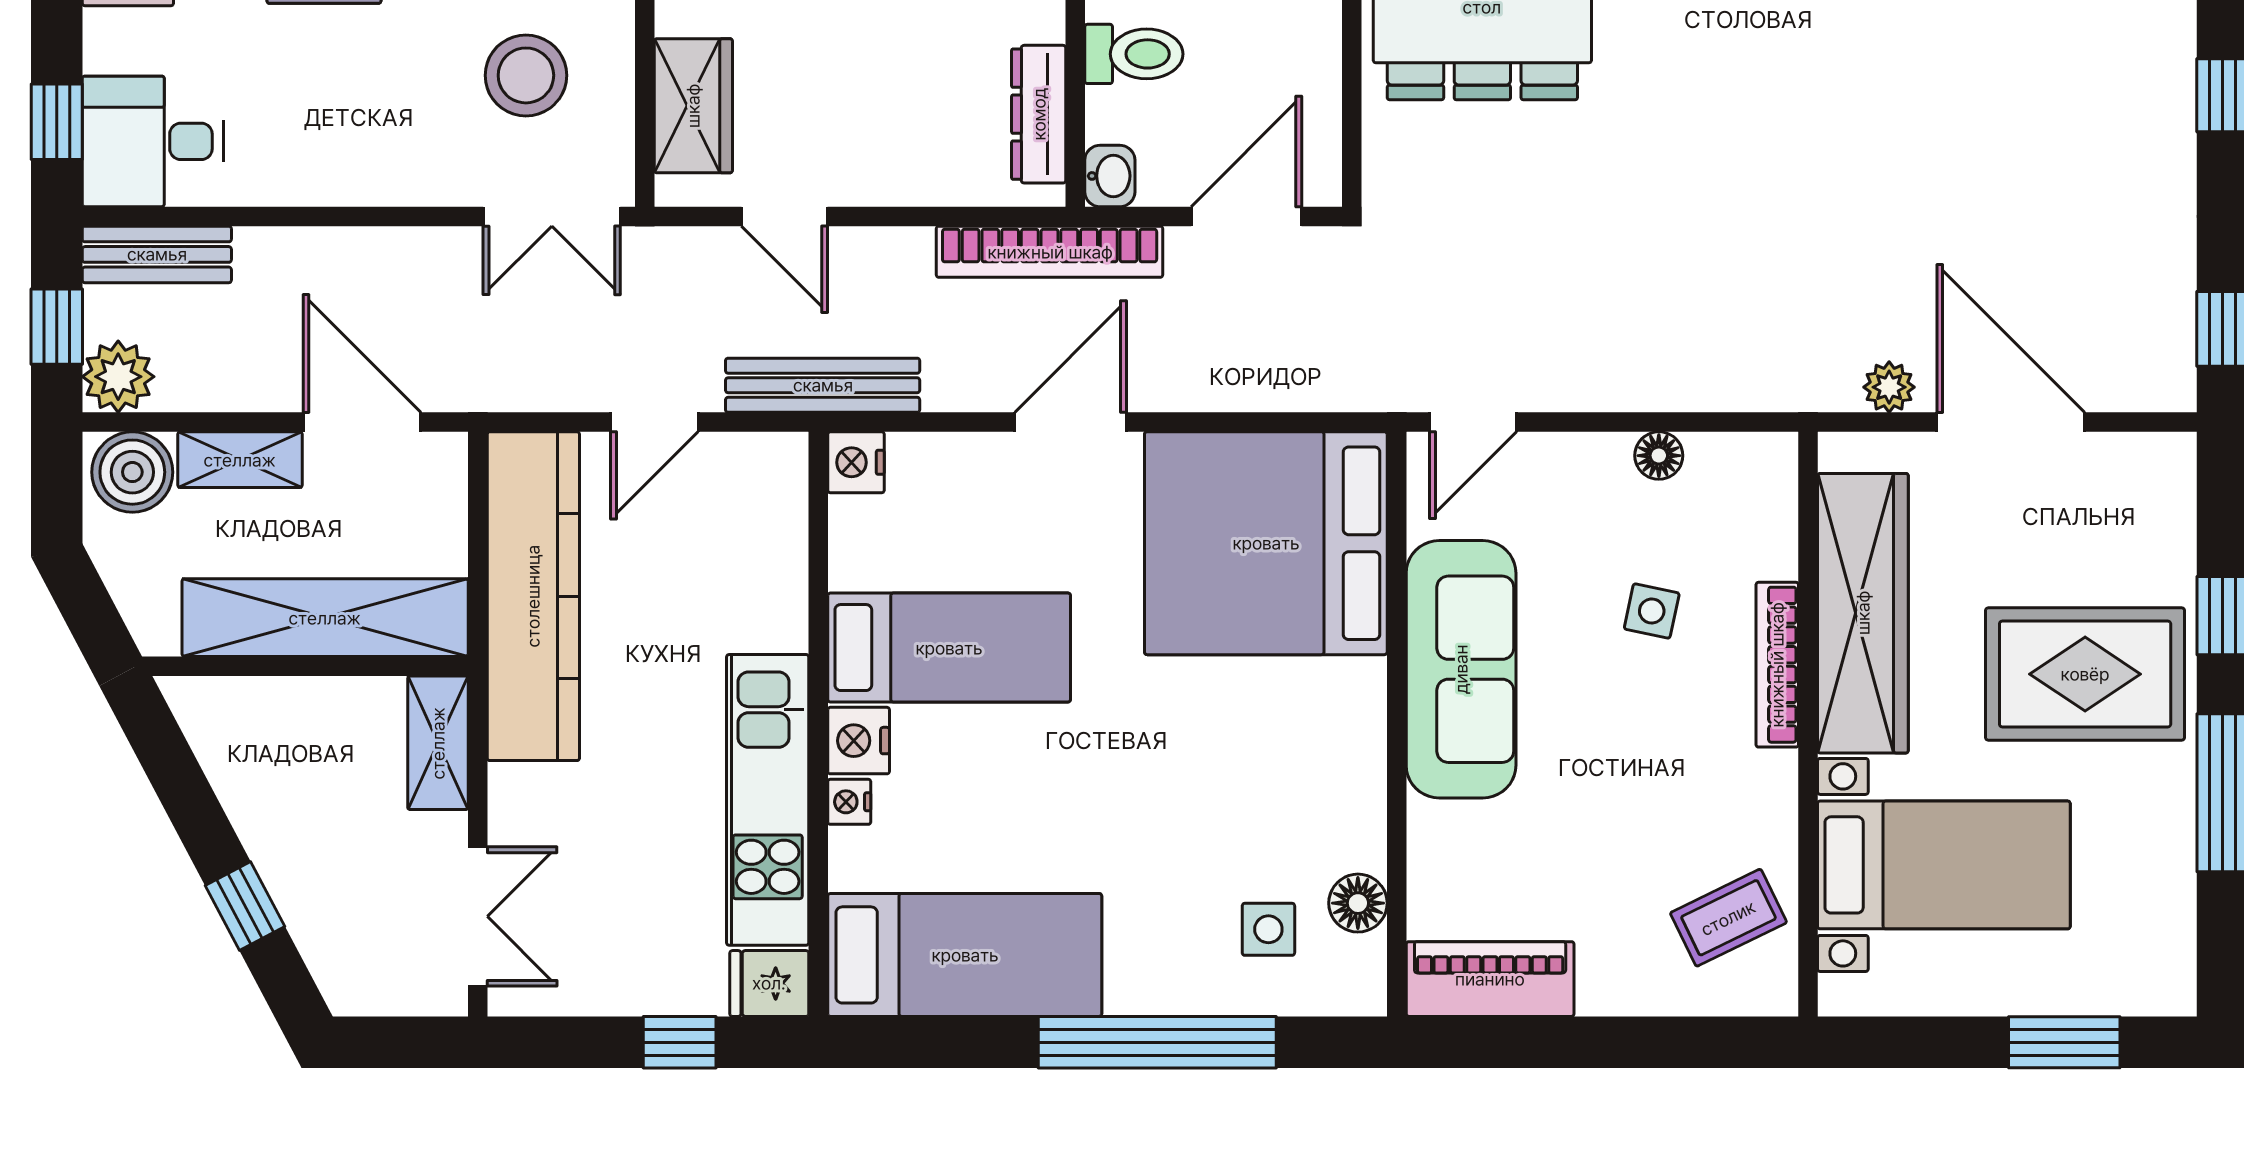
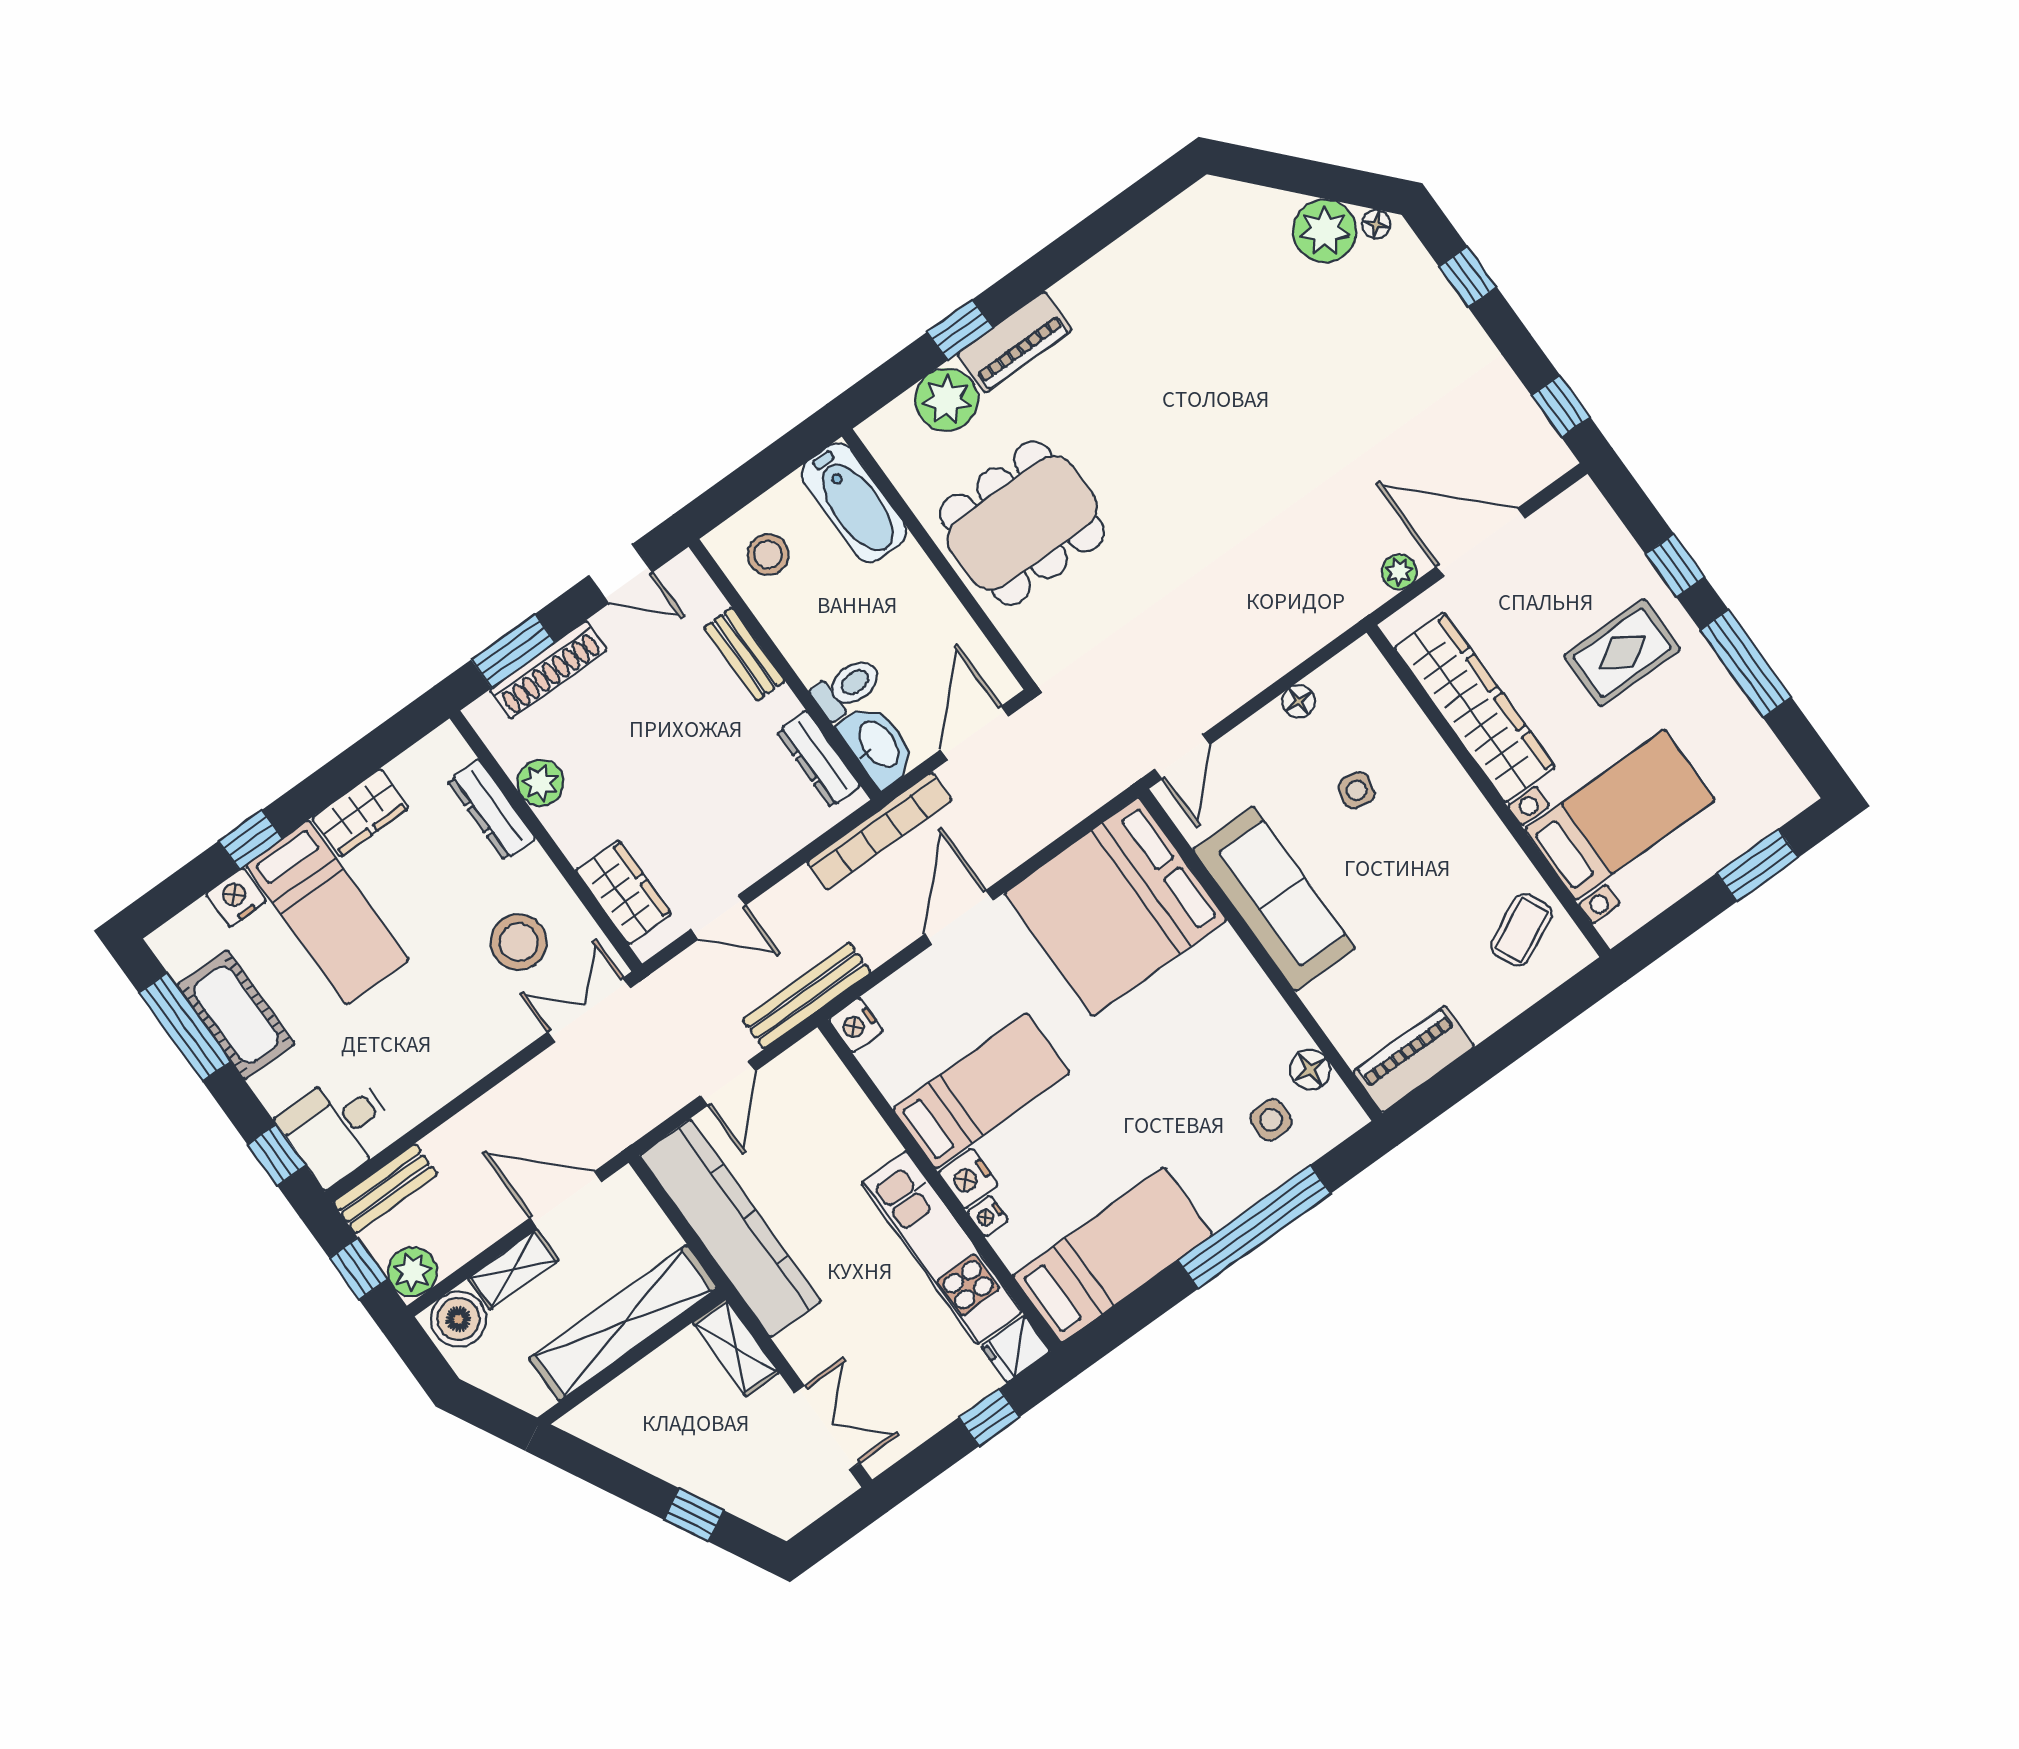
washbasin: (1110, 176) -> (878, 745), width x1.91, depth x1.45
double door: (552, 216) -> (589, 1010), swing flipped
bookcase: (1777, 665) -> (1448, 770), removed
rug: (2085, 674) -> (1622, 653), width x0.73, depth x0.70

